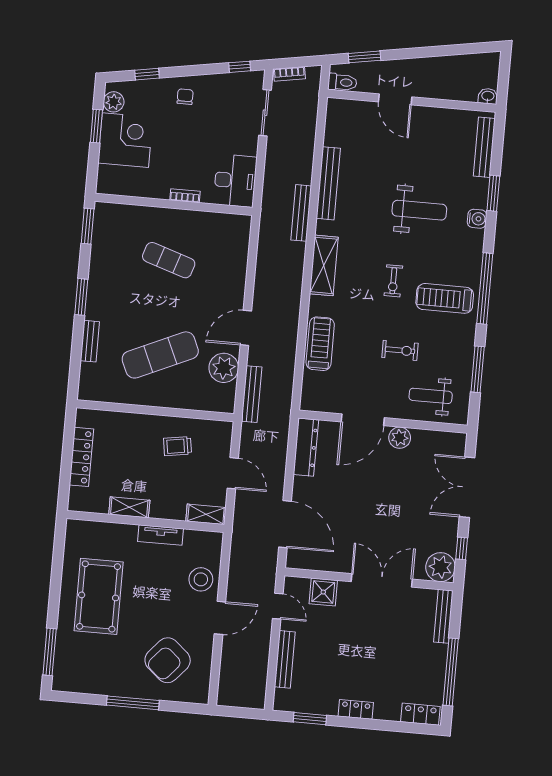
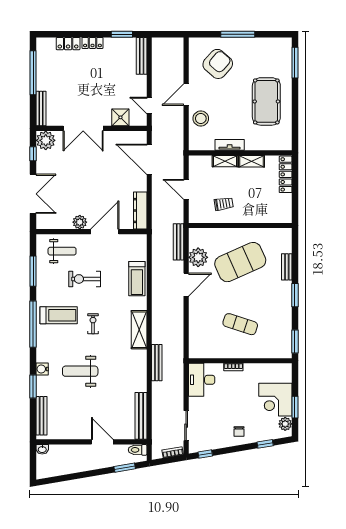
bench: (328, 183) -> (141, 416), moved
exercise bike: (400, 350) -> (85, 279), width x1.38, depth x1.39
exercise mat: (160, 355) -> (240, 262), width x1.47
locker: (81, 457) -> (286, 174), moved
shelving: (206, 514) -> (225, 161), moved
bench: (285, 659) -> (142, 56), moved
locker: (420, 714) -> (68, 44), moved

